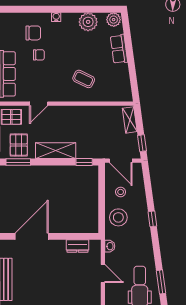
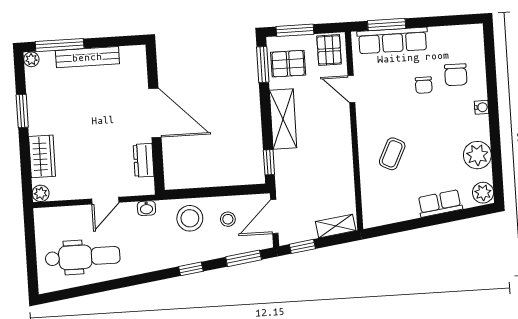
door: (32, 236) -> (155, 113), moved
window: (161, 282) -> (244, 258), moved

